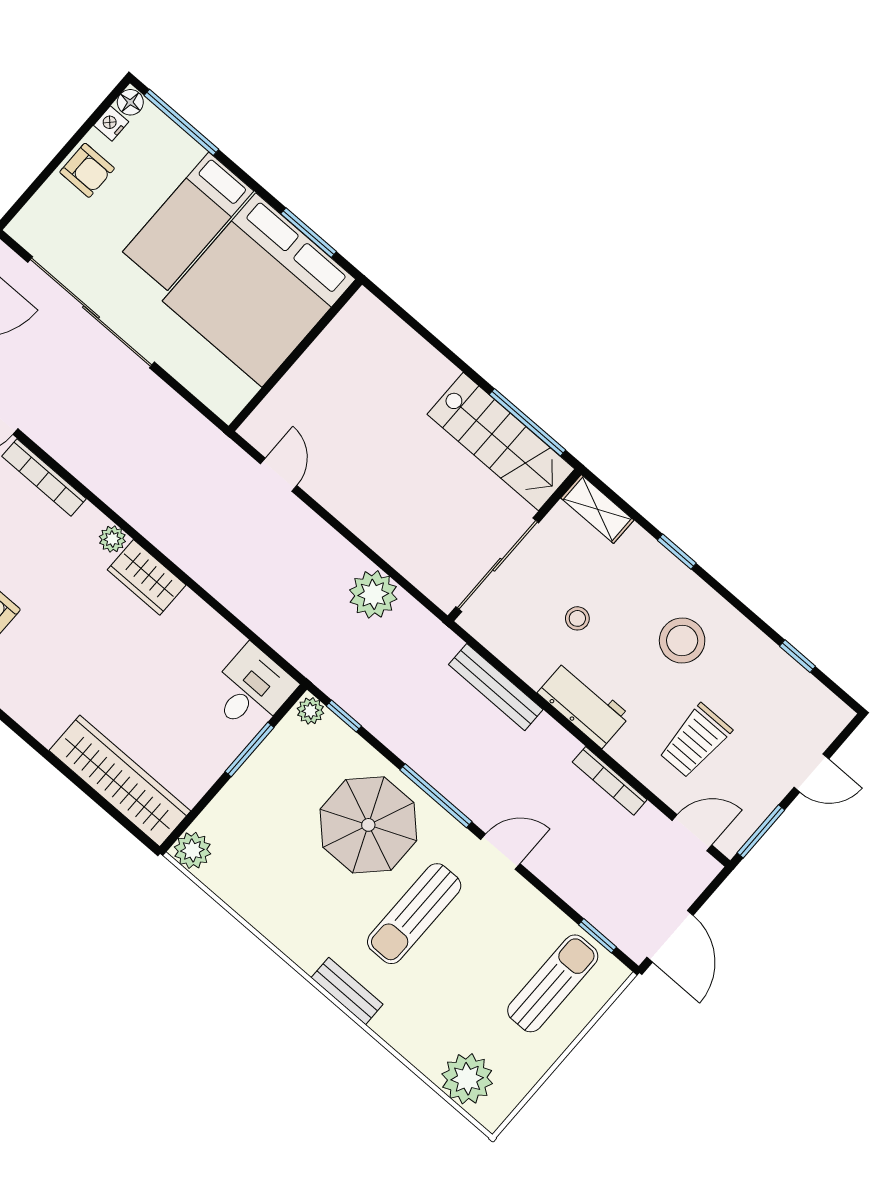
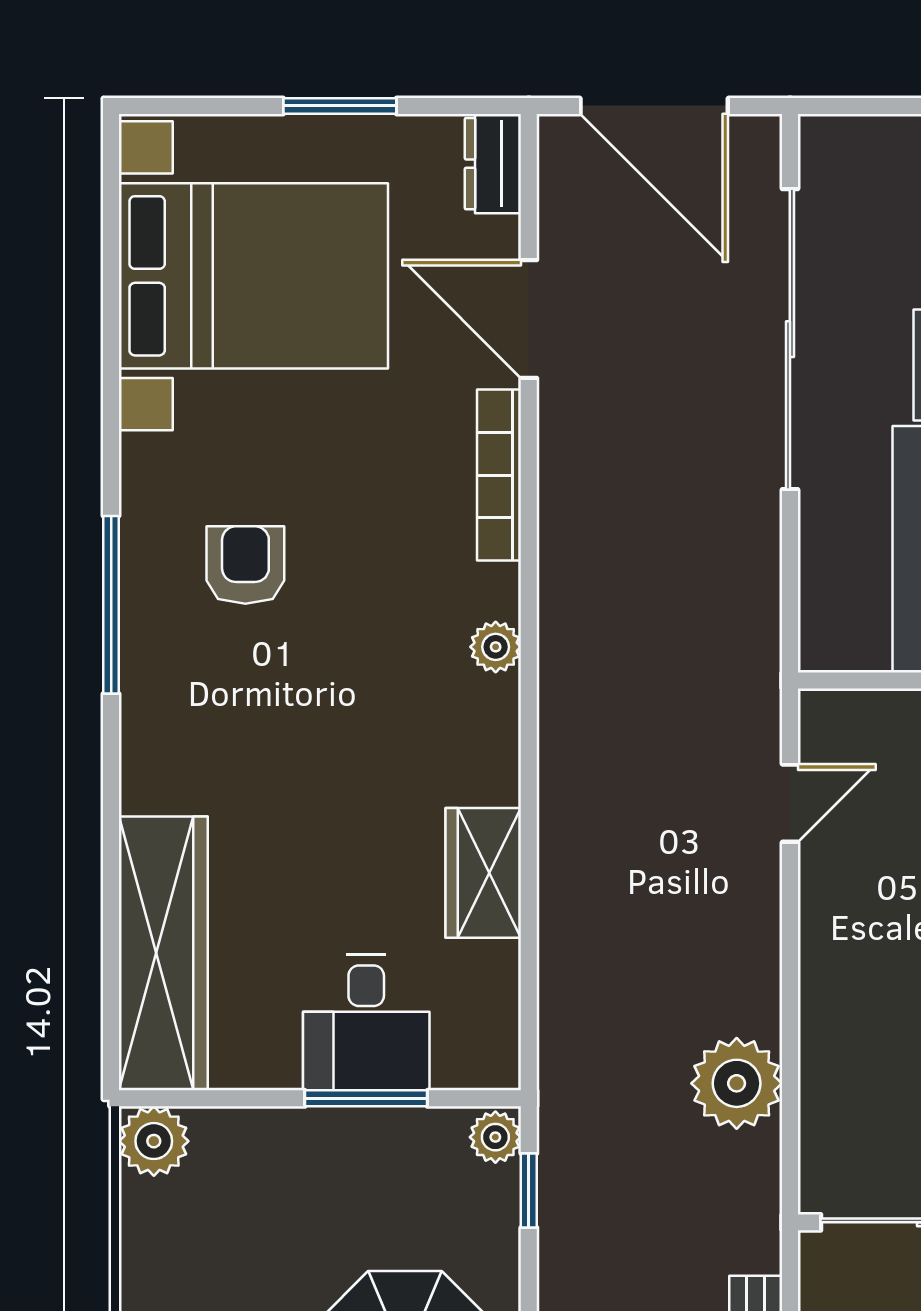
wardrobe: (147, 577) -> (483, 873), moved
desk: (251, 690) -> (366, 1022), moved, turned 90

